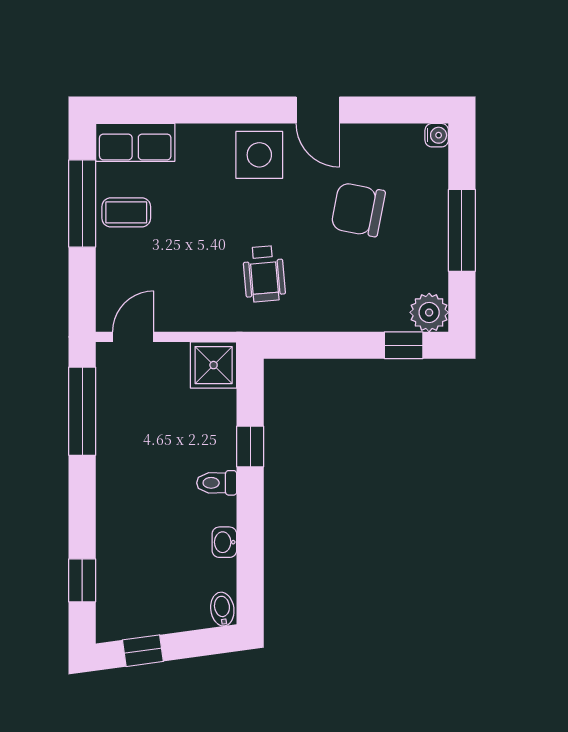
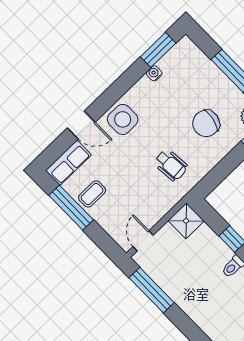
door: (318, 110) -> (81, 125), moved
window: (392, 110) -> (158, 50), added
water cooler: (437, 135) -> (154, 73), moved, turned -90
chair: (358, 210) -> (206, 123), moved

